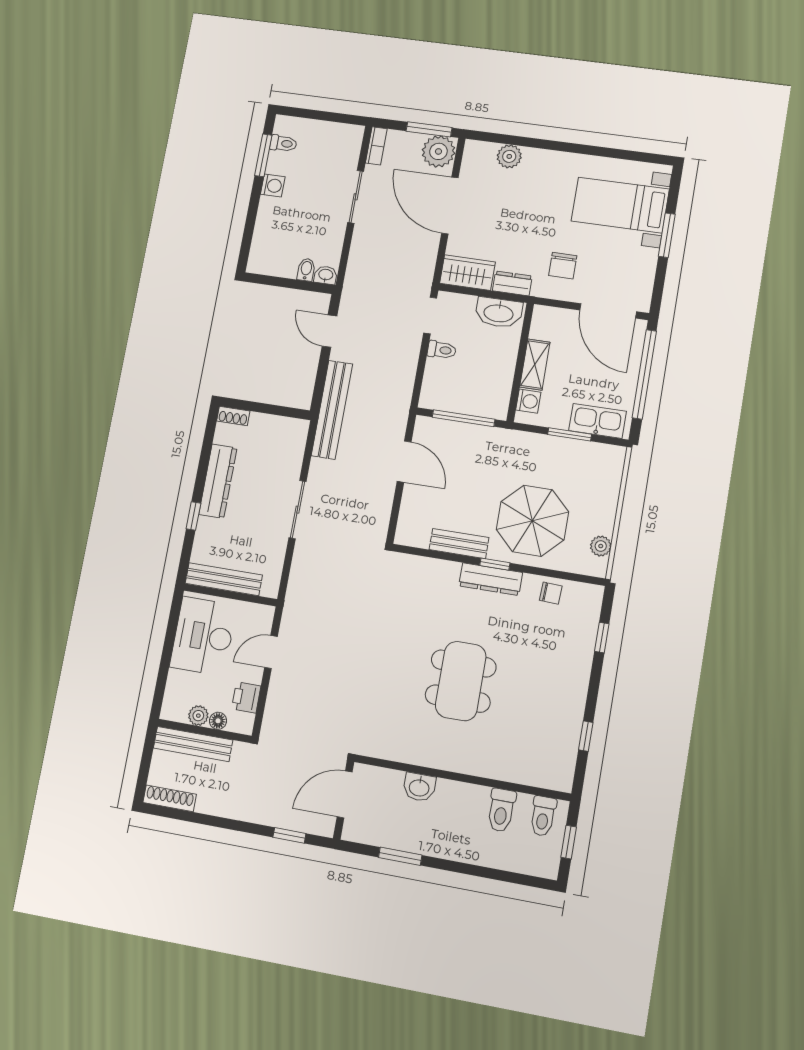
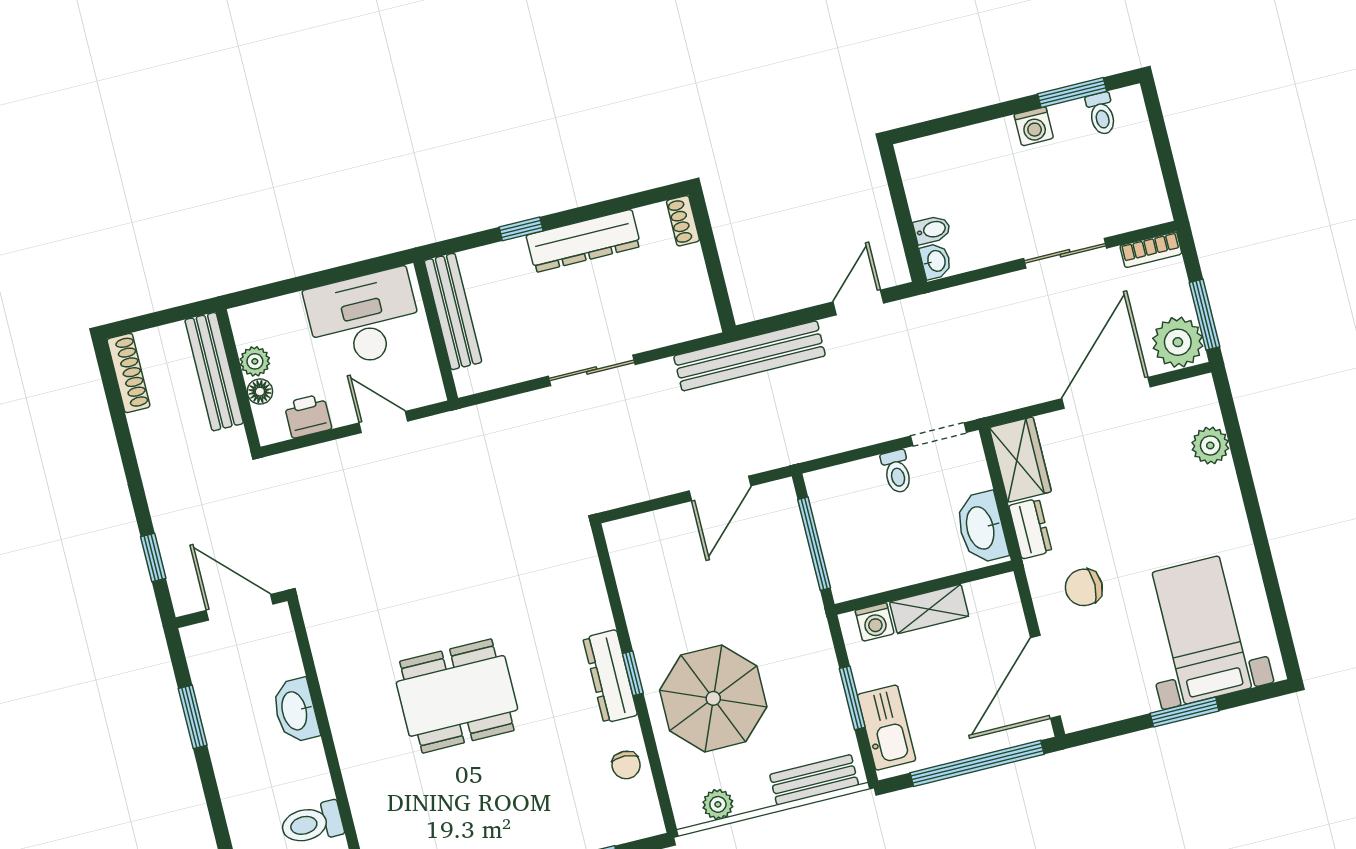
bench: (459, 543) -> (814, 780), moved, turned 90
washbasin: (419, 787) -> (295, 711), width x1.38

